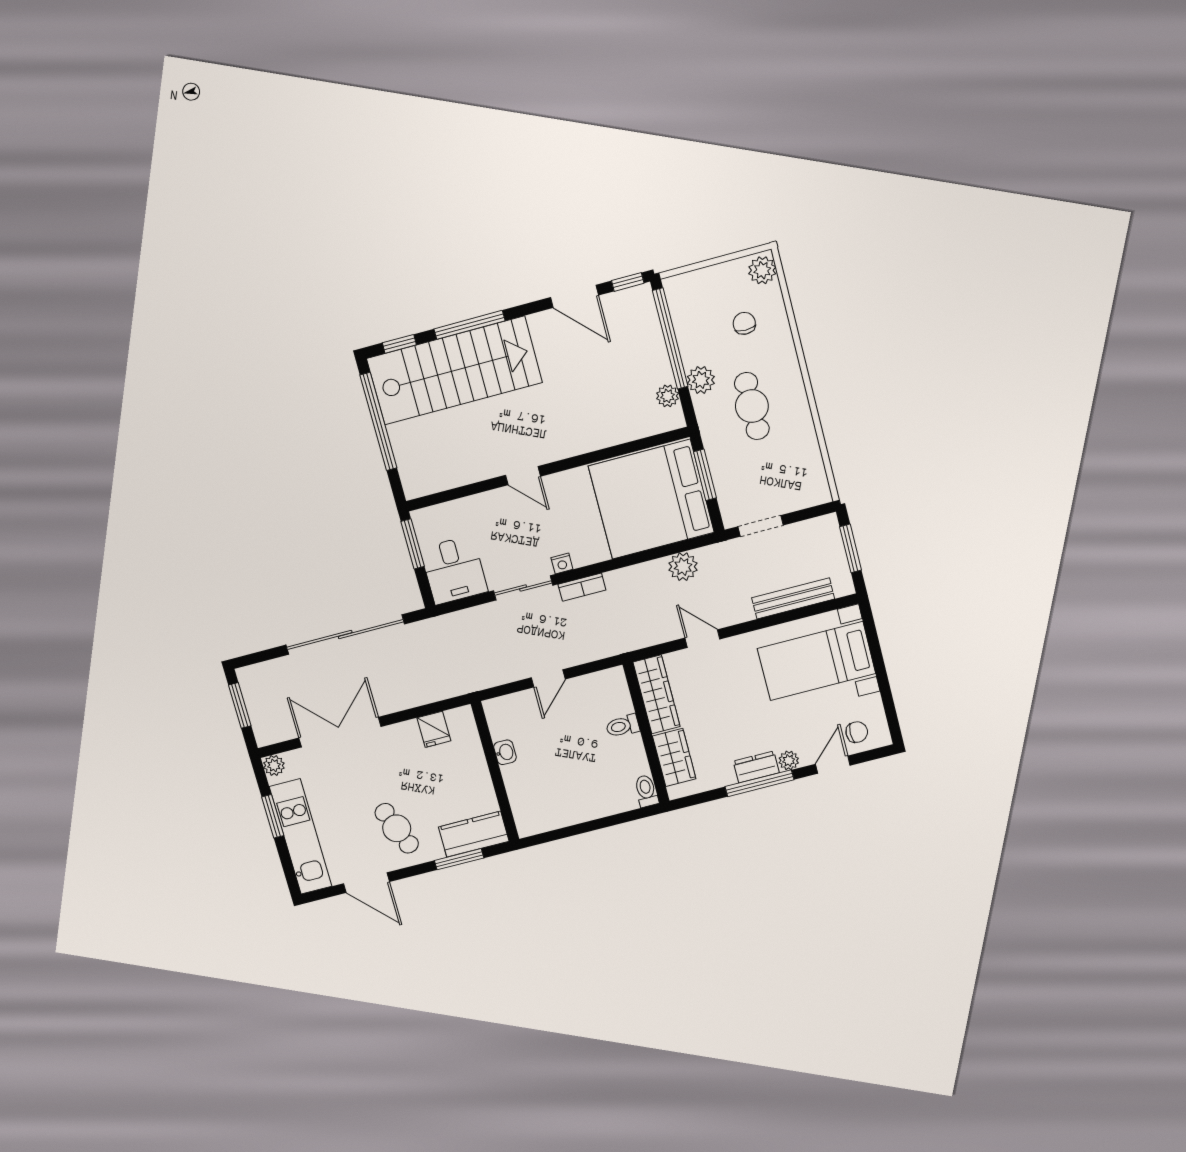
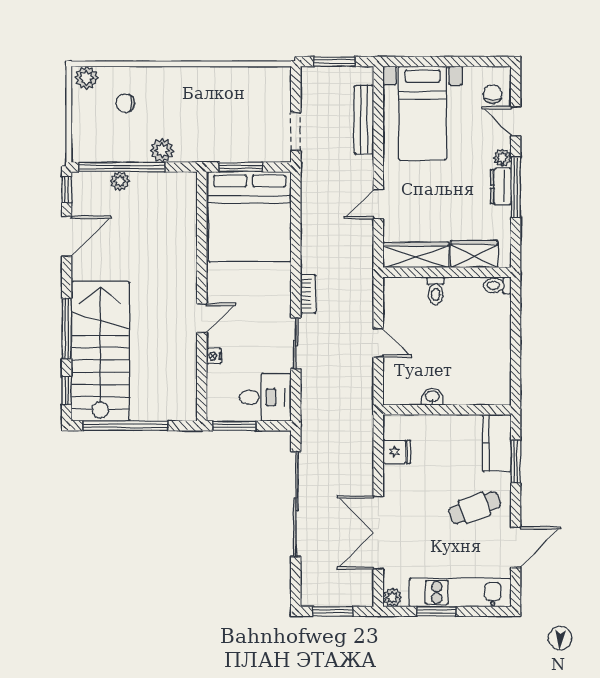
plant: (668, 396) -> (120, 181), moved
cafe table: (752, 406) -> (195, 114), removed
nightstand: (562, 564) -> (214, 356), moved, turned 180
plant: (683, 567) -> (313, 205), removed

